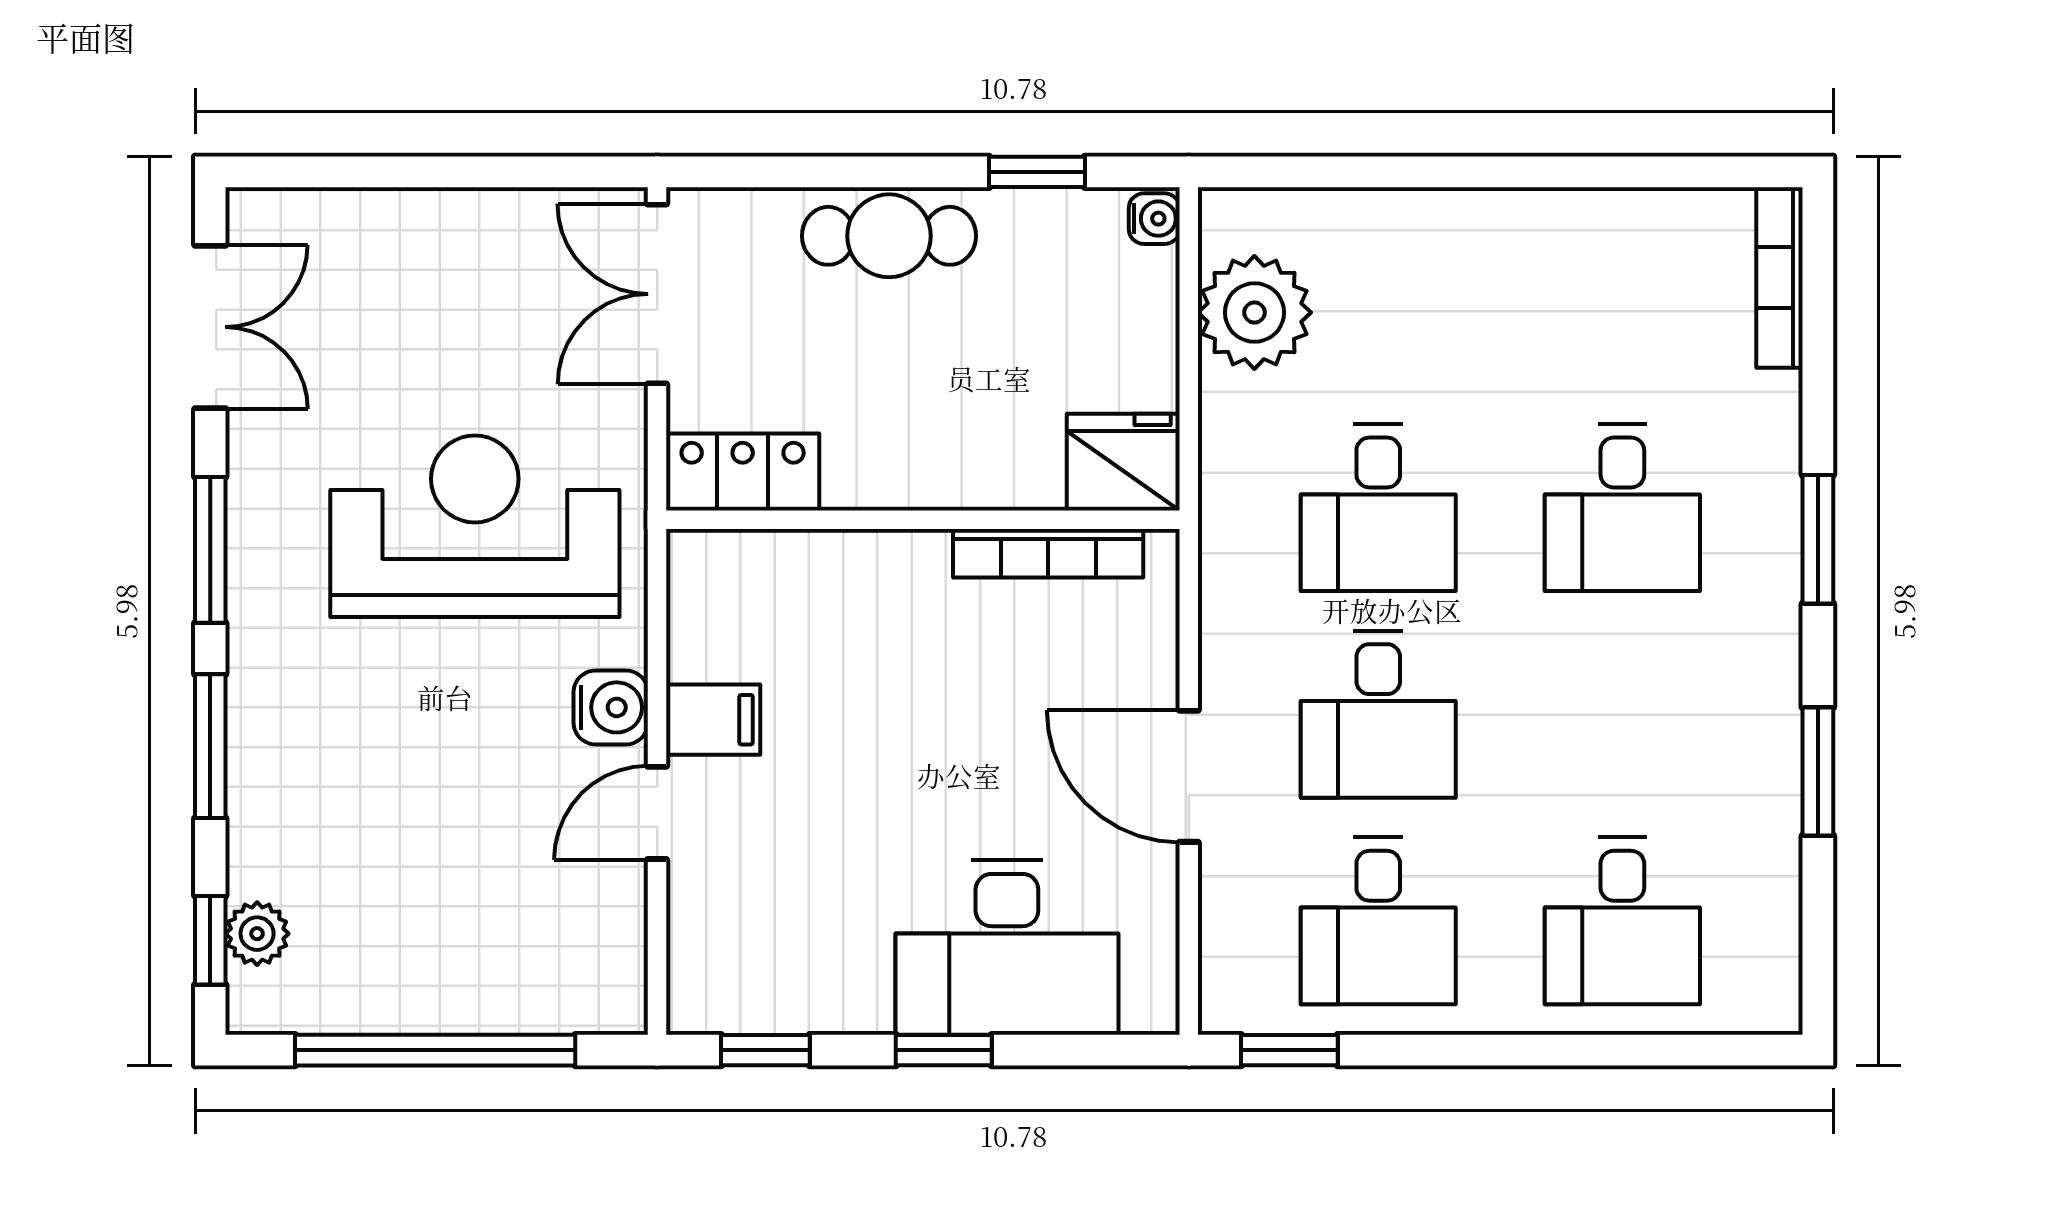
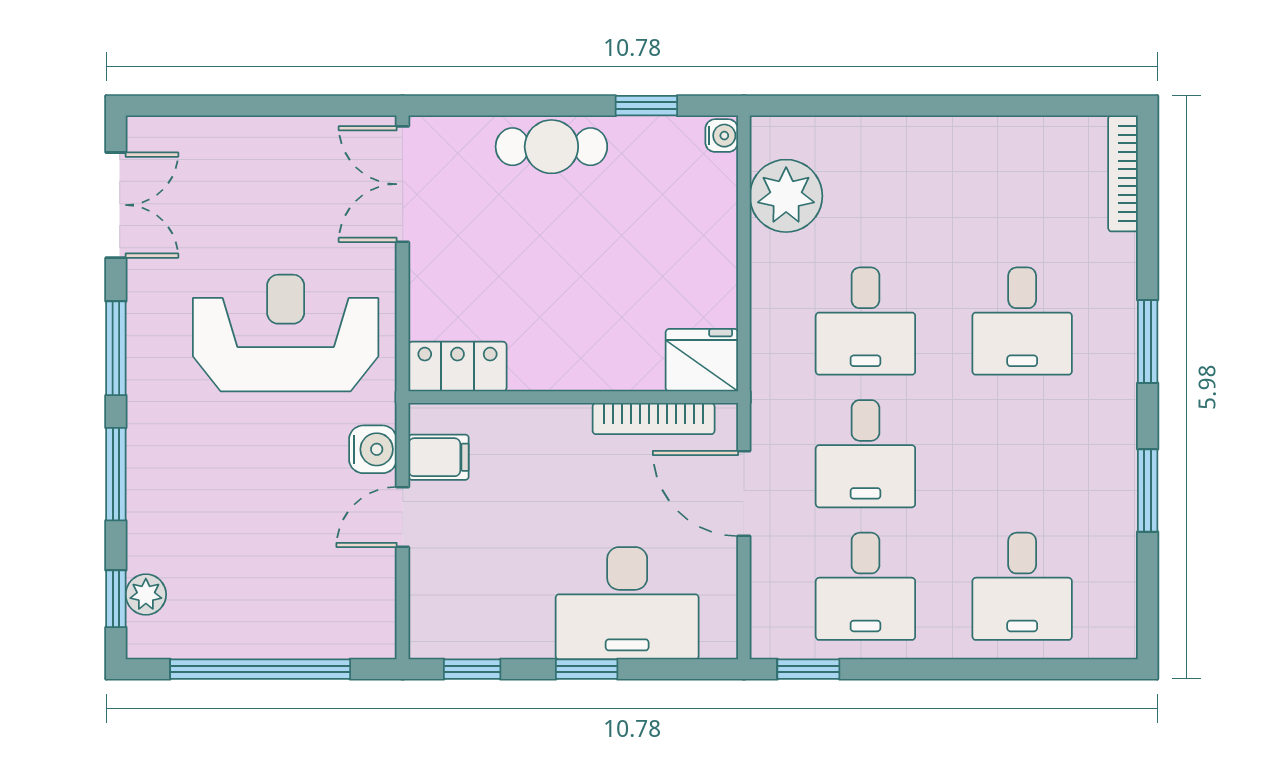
fridge: (1123, 462) -> (702, 360), moved
locker: (743, 472) -> (457, 367), moved
wall: (923, 520) -> (573, 397), moved
bookcase: (1048, 553) -> (654, 419), moved

